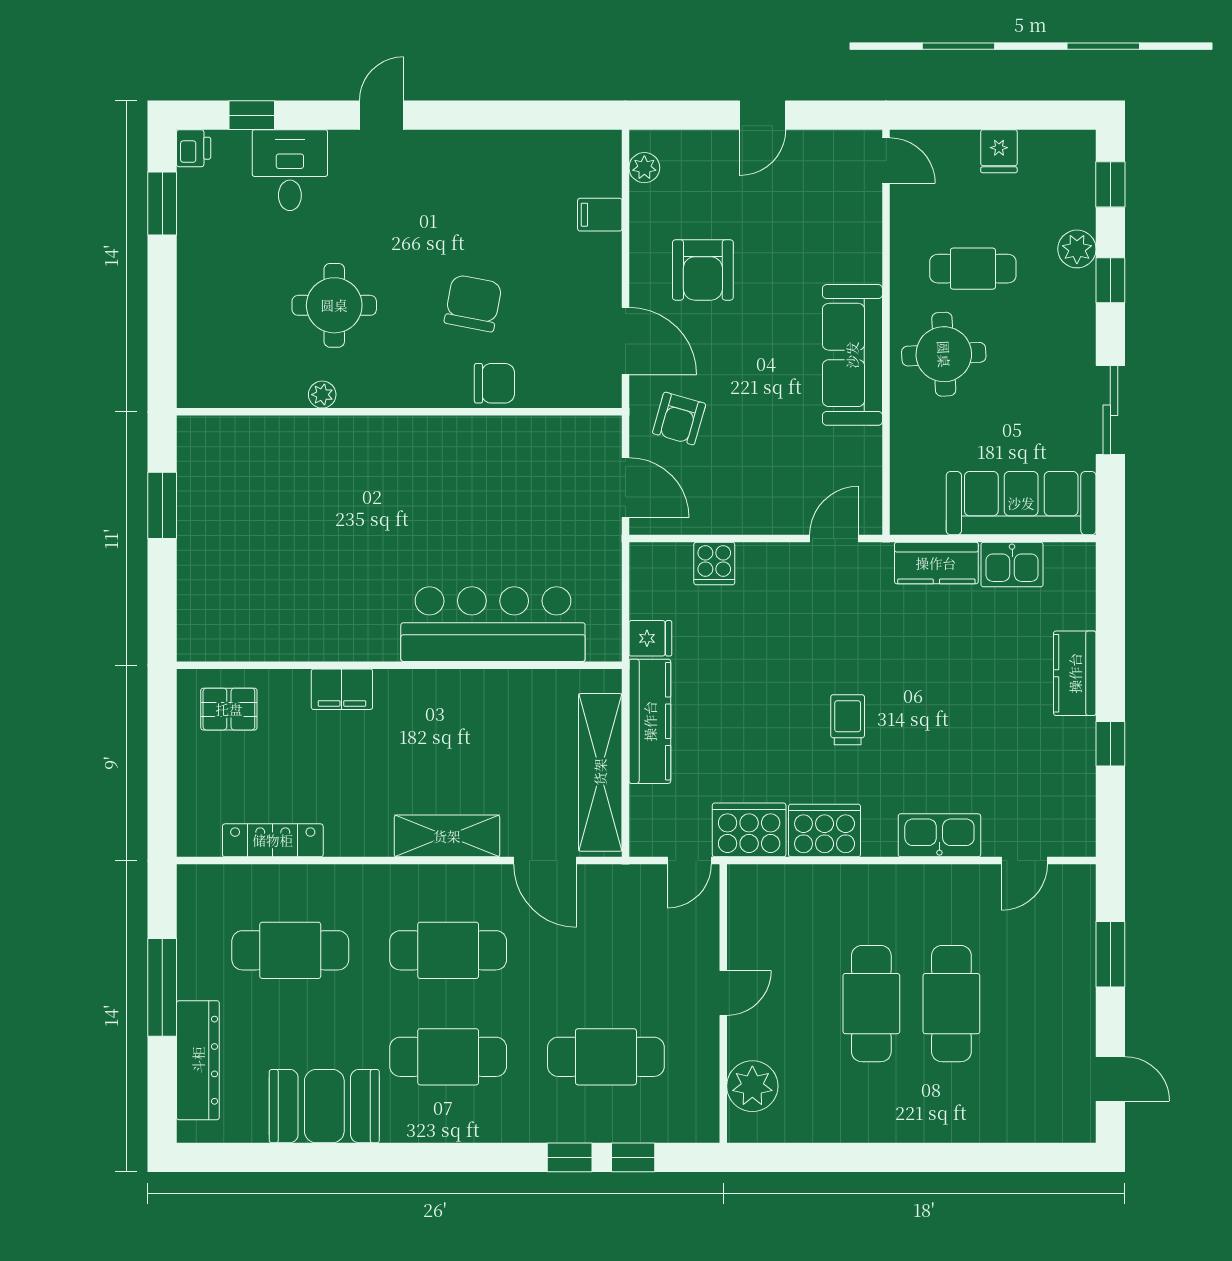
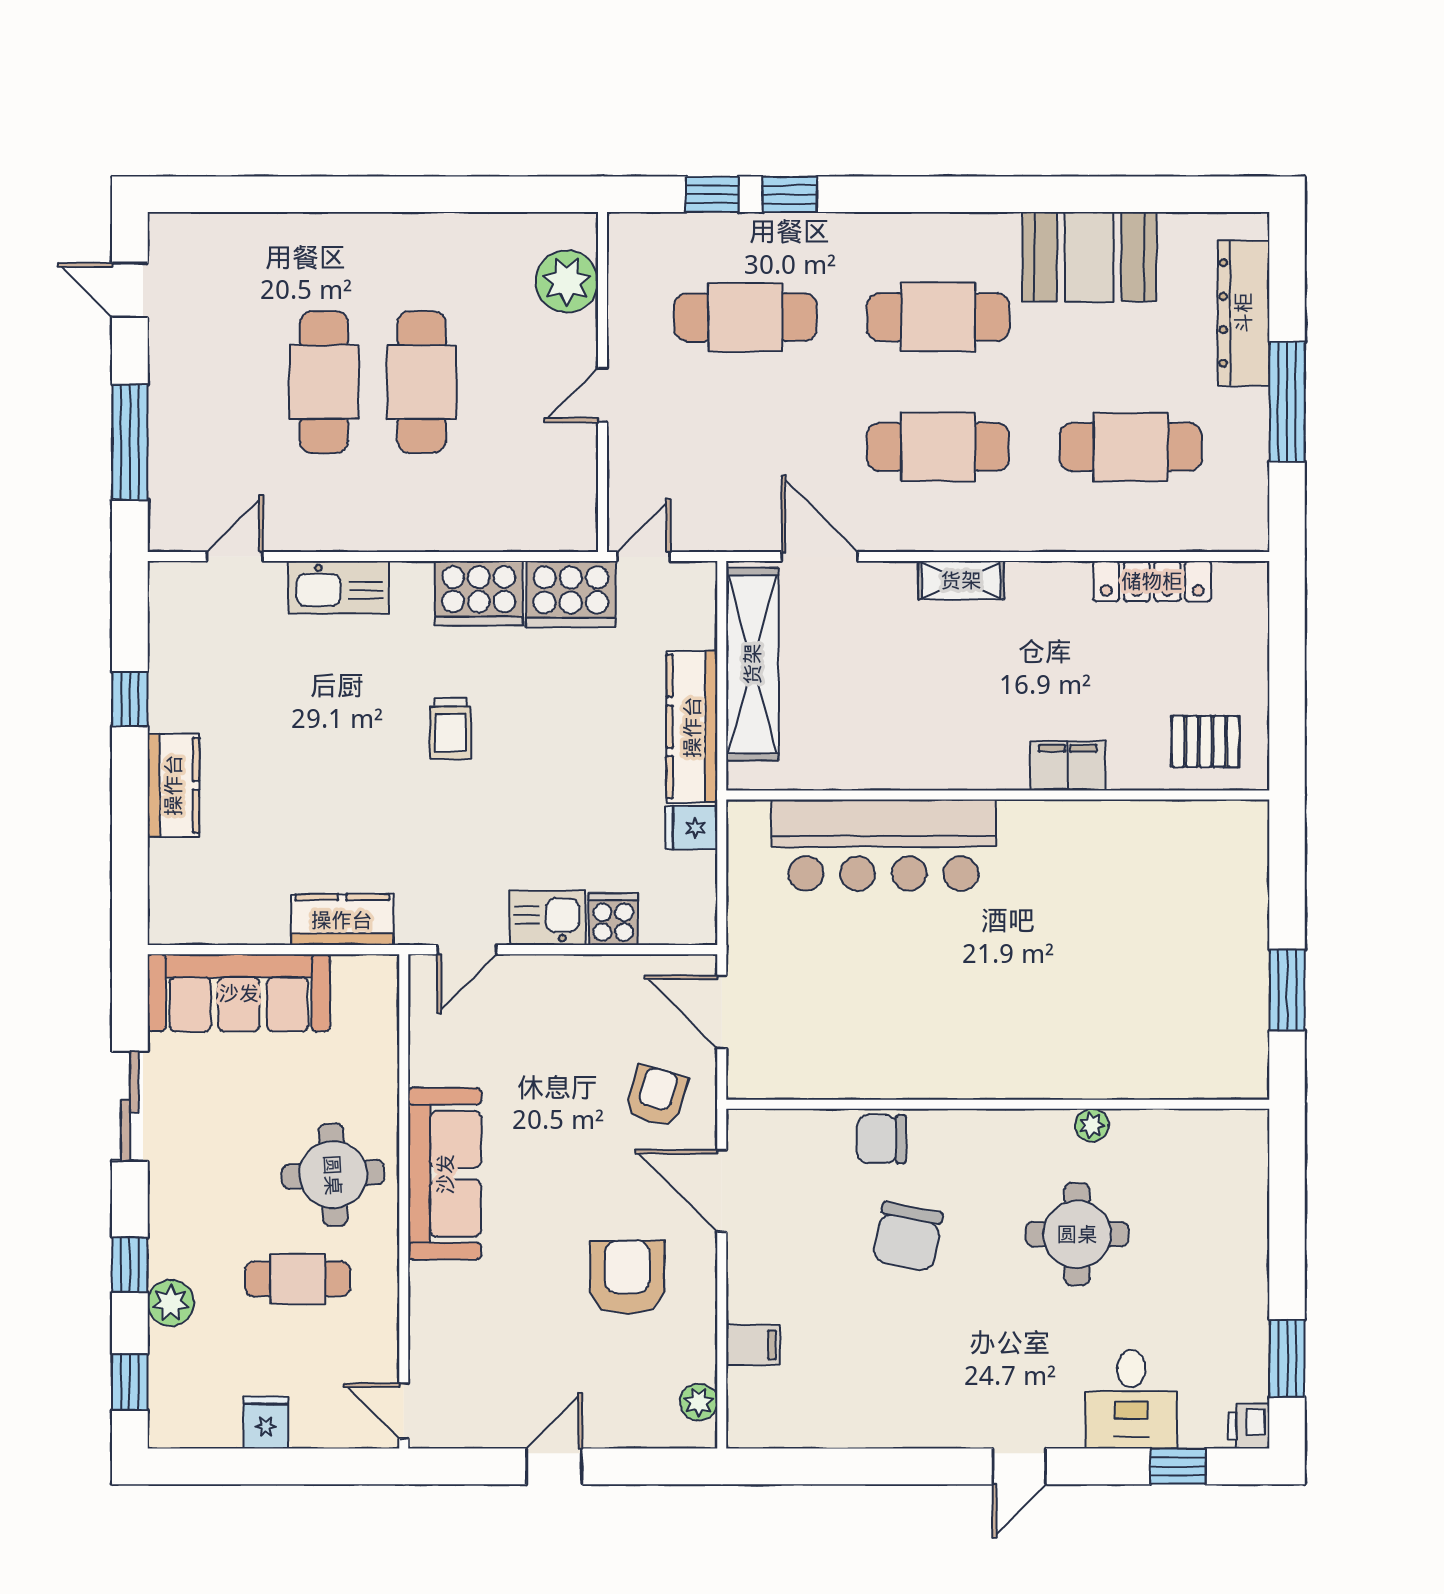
kitchen sink: (1012, 565) -> (547, 918), moved
shelving: (447, 836) -> (961, 580), width x0.67, depth x0.75
window: (1110, 954) -> (130, 442), width x1.44

